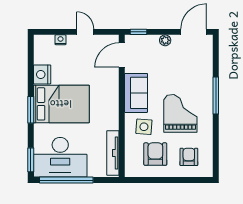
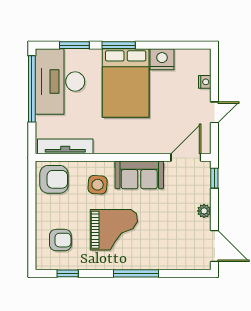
door: (122, 55) -> (186, 157), hinge flipped
window: (216, 151) -> (68, 273), added
armchair: (155, 154) -> (54, 179), moved
window: (31, 160) -> (74, 45), moved

